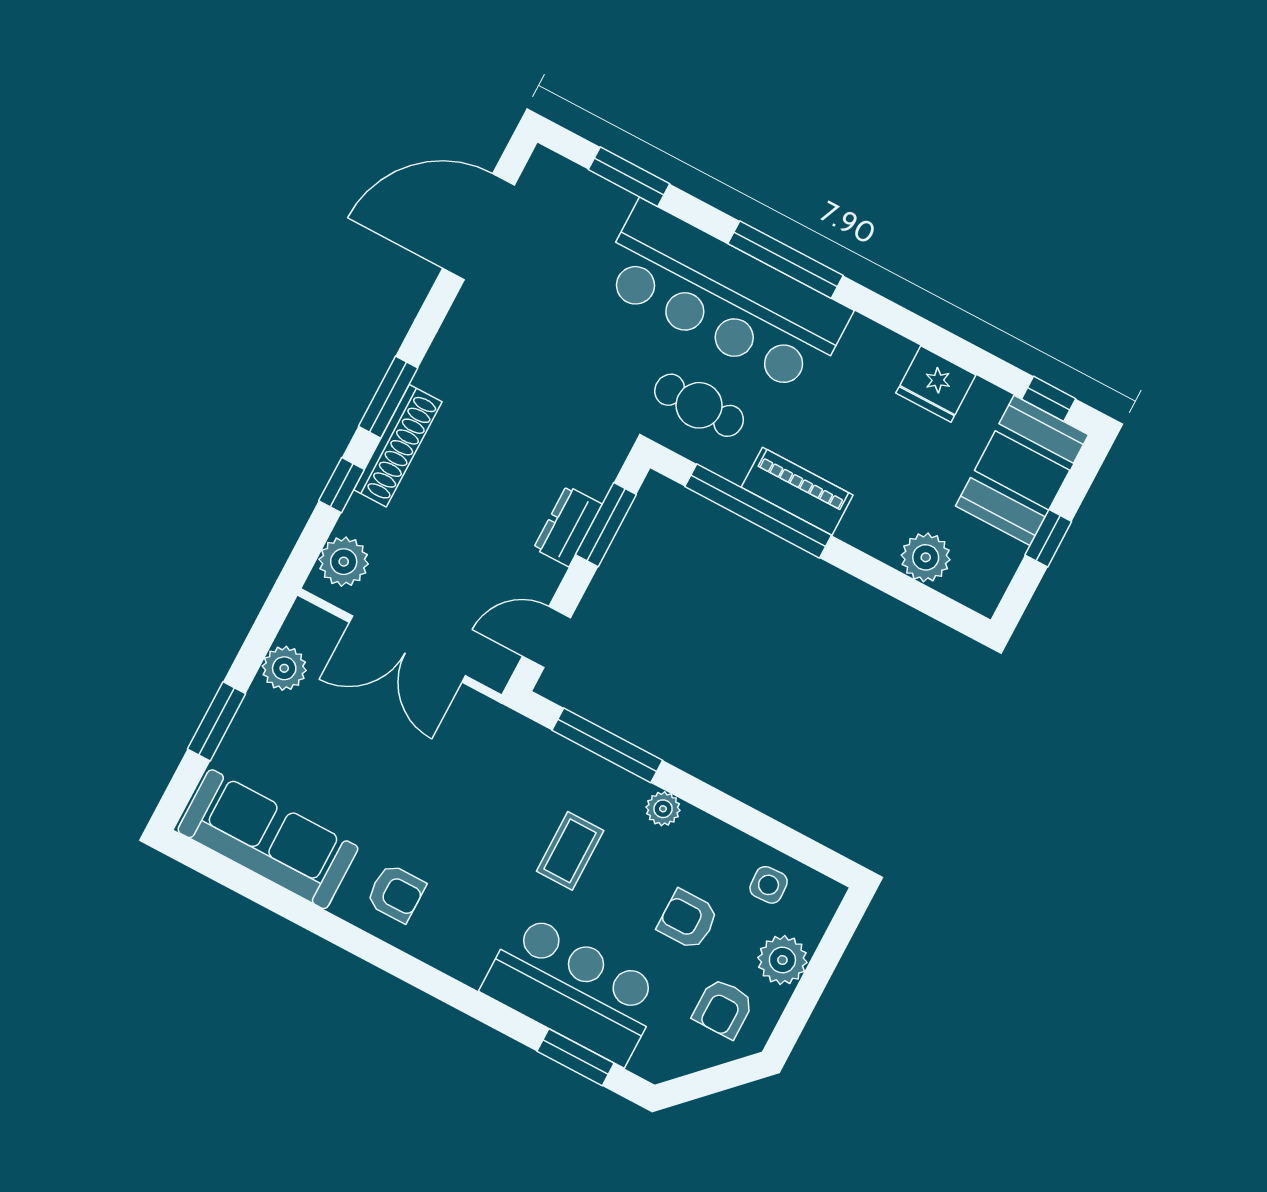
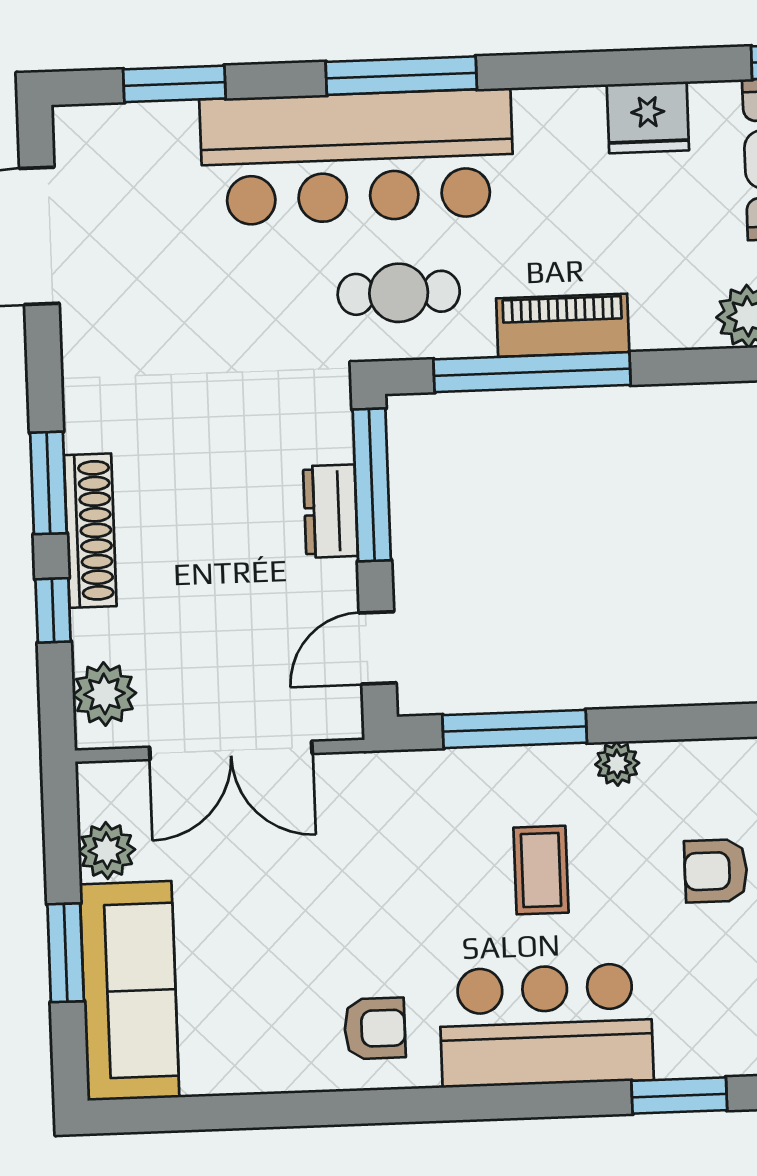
window: (606, 525) -> (372, 485), width x1.44
sofa: (268, 839) -> (129, 991), moved, turned 90
bar counter: (573, 989) -> (546, 1025), moved

